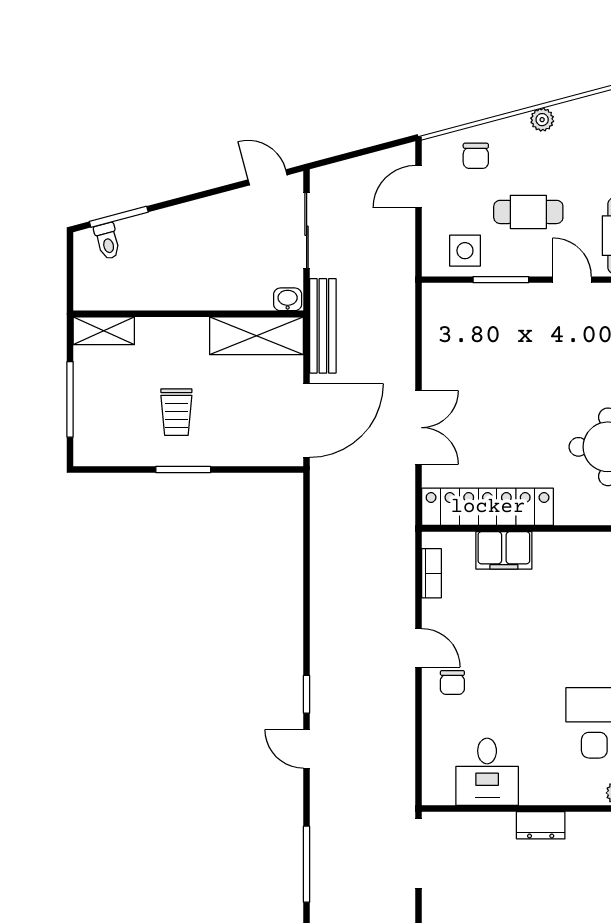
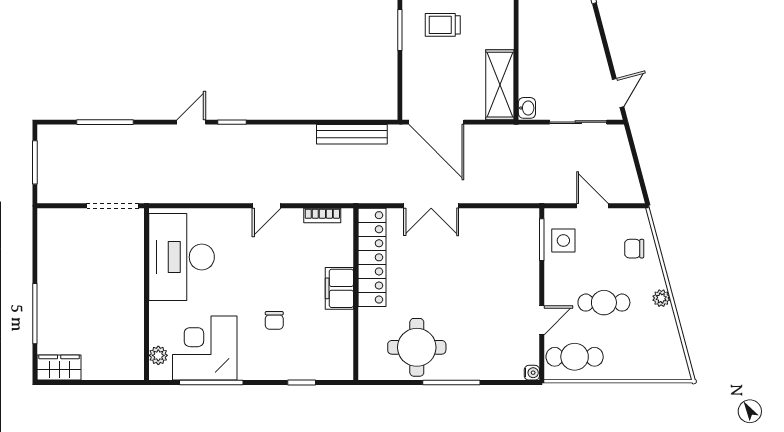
door: (419, 187) -> (592, 206), moved
cafe table: (528, 212) -> (604, 303), moved, turned 90
window: (501, 280) -> (542, 240), moved
bench: (323, 326) -> (352, 134), moved
filing cabinet: (504, 550) -> (339, 288), moved
chair: (452, 683) -> (274, 320), moved, turned -90
desk: (487, 772) -> (182, 257), width x1.87, depth x1.30
dresser: (541, 825) -> (134, 297), removed

